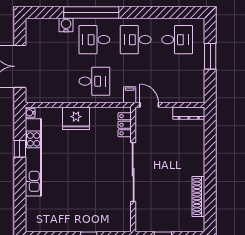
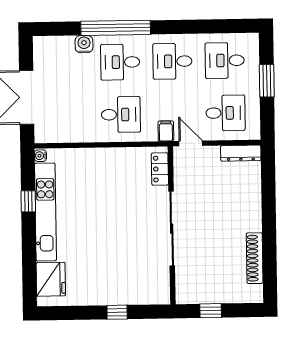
desk: (177, 40) -> (225, 60), turned 180
desk: (177, 81) -> (225, 113), added
fridge: (76, 118) -> (51, 279), moved, turned -90

